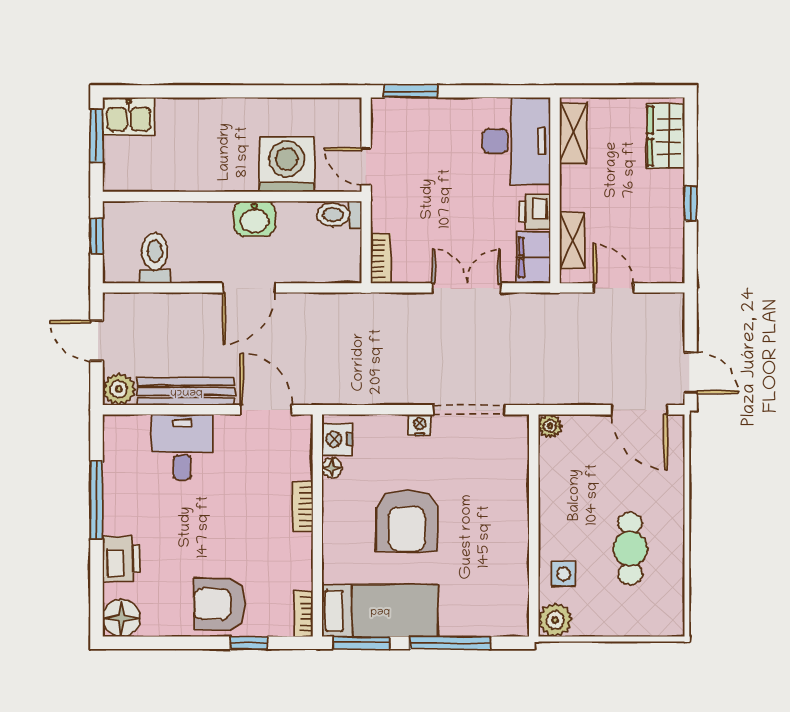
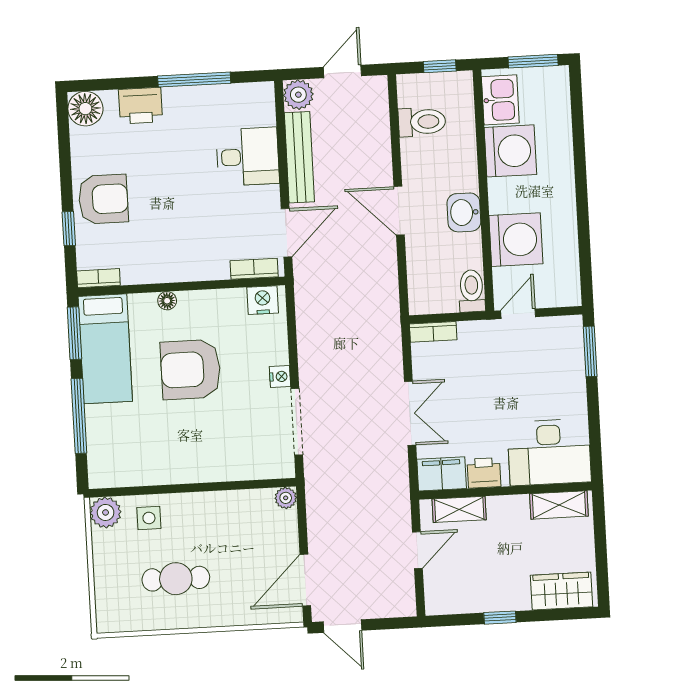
kitchen sink: (129, 116) -> (500, 100), moved, turned 180
washing machine: (191, 165) -> (510, 151), added
door: (691, 373) -> (342, 626), hinge flipped
floor lamp: (332, 468) -> (167, 301), moved
bookcase: (303, 507) -> (254, 269), moved
armchair: (219, 604) -> (103, 199), turned 90

